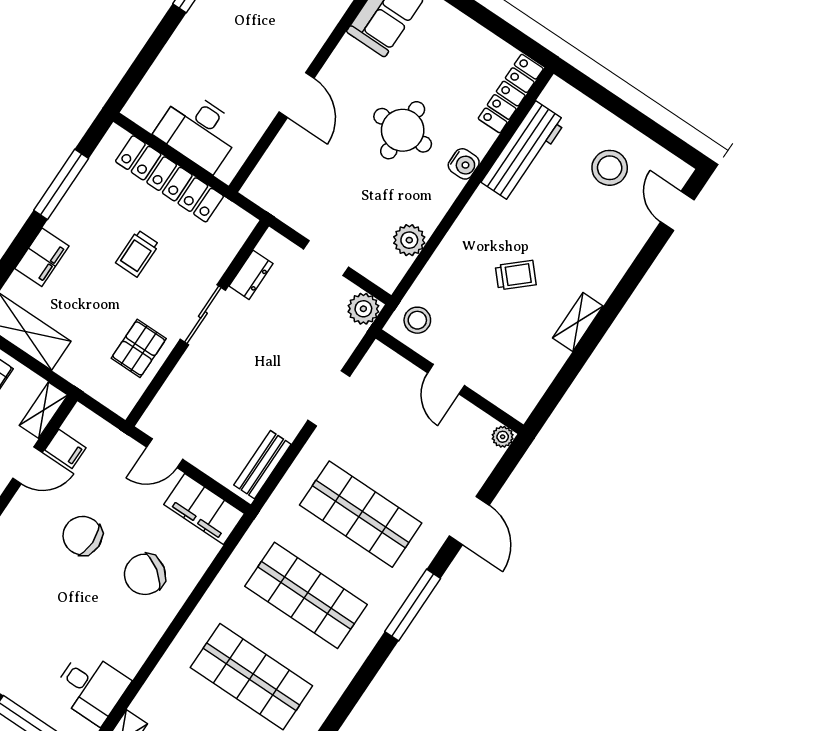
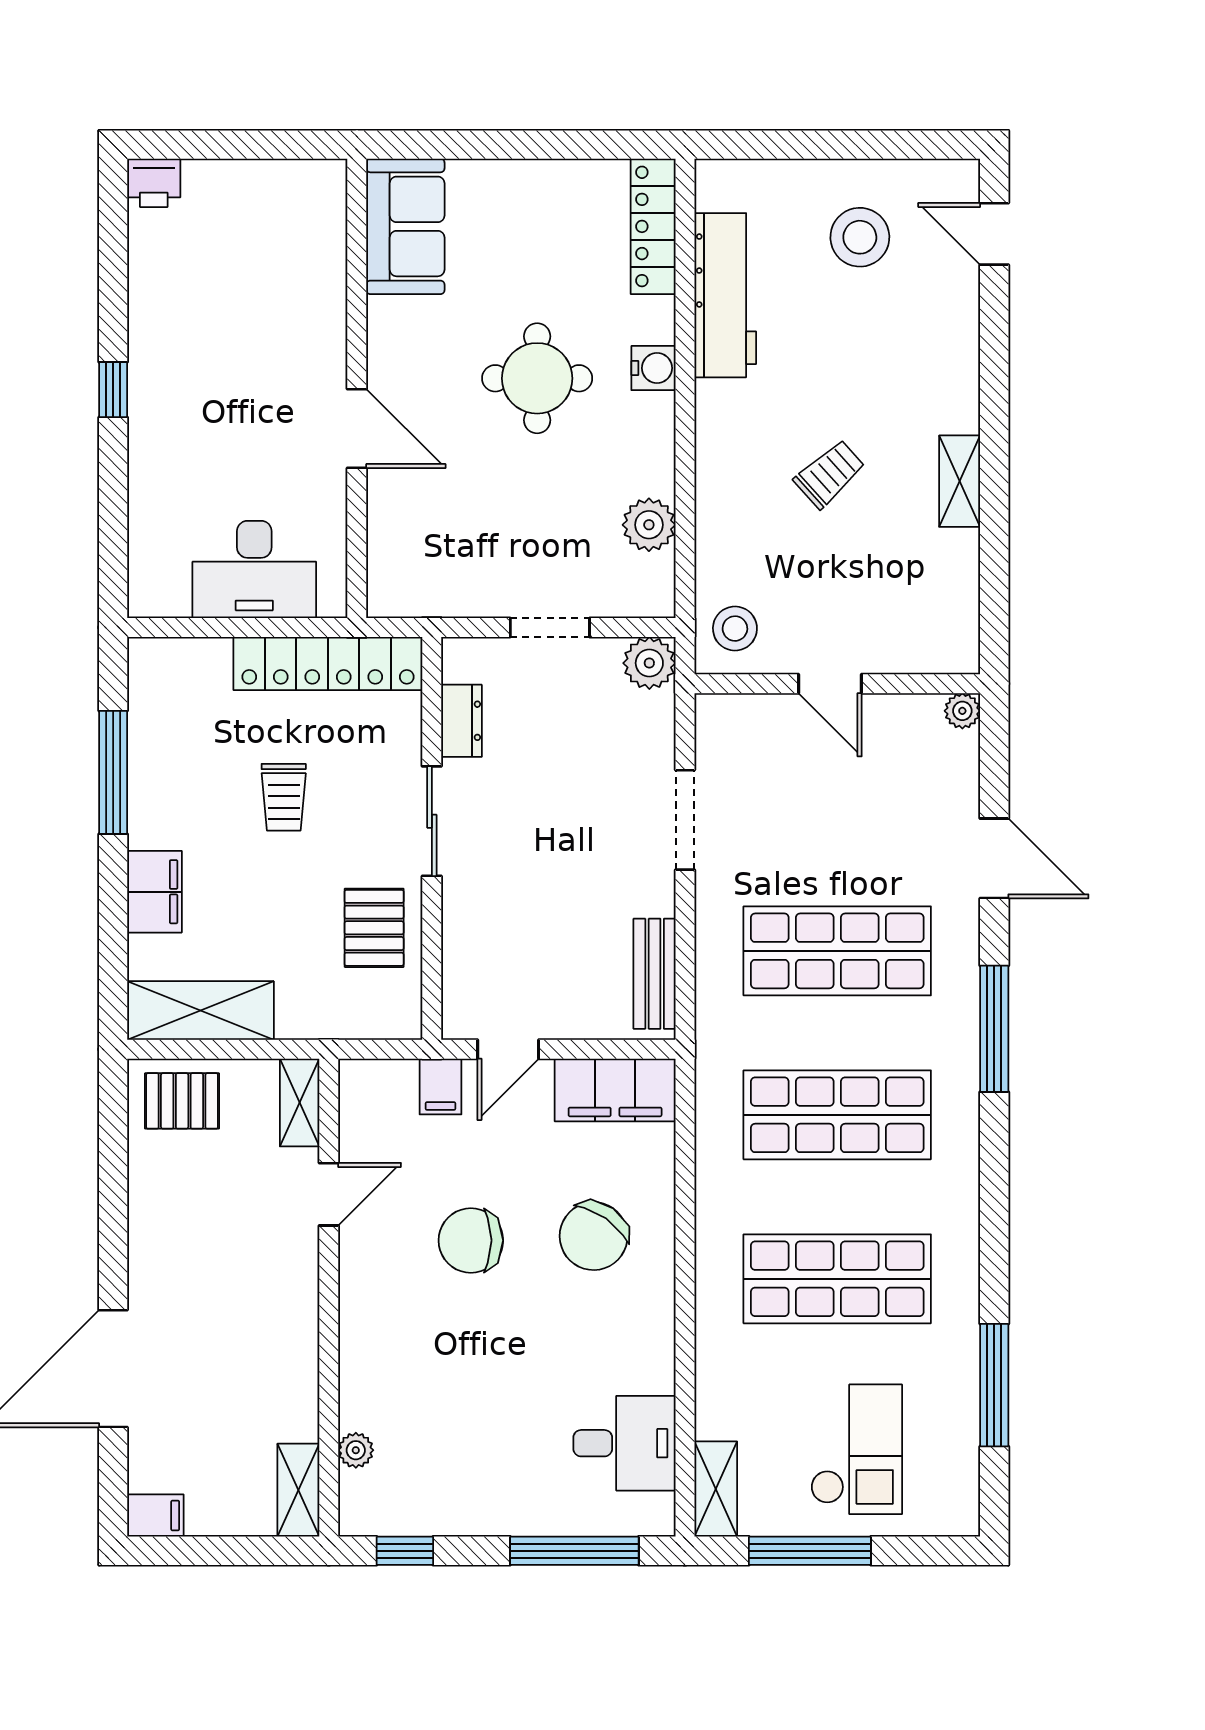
locker: (169, 179) -> (328, 664), moved
filing cabinet: (65, 449) -> (440, 1087), moved, turned 90

